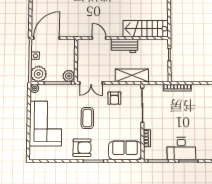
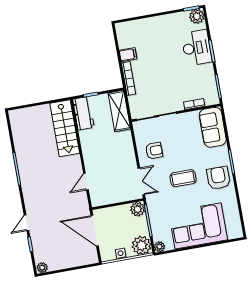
door: (47, 38) -> (95, 231), moved
workbench: (124, 46) -> (83, 113), moved
shelving: (132, 75) -> (119, 111), moved
filing cabinet: (197, 91) -> (128, 55), added
desk: (181, 149) -> (197, 48), moved

